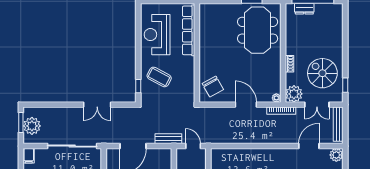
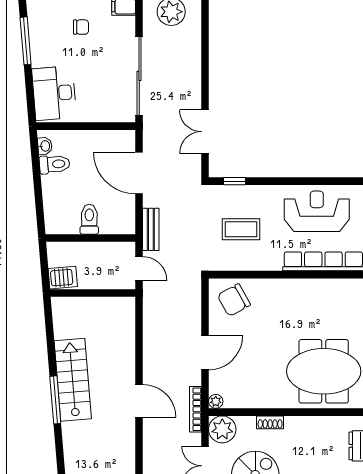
coffee table: (159, 77) -> (241, 229), moved, turned 62
double door: (97, 105) -> (205, 132), moved
door: (193, 146) -> (139, 269), hinge flipped
door: (309, 146) -> (139, 401), moved

